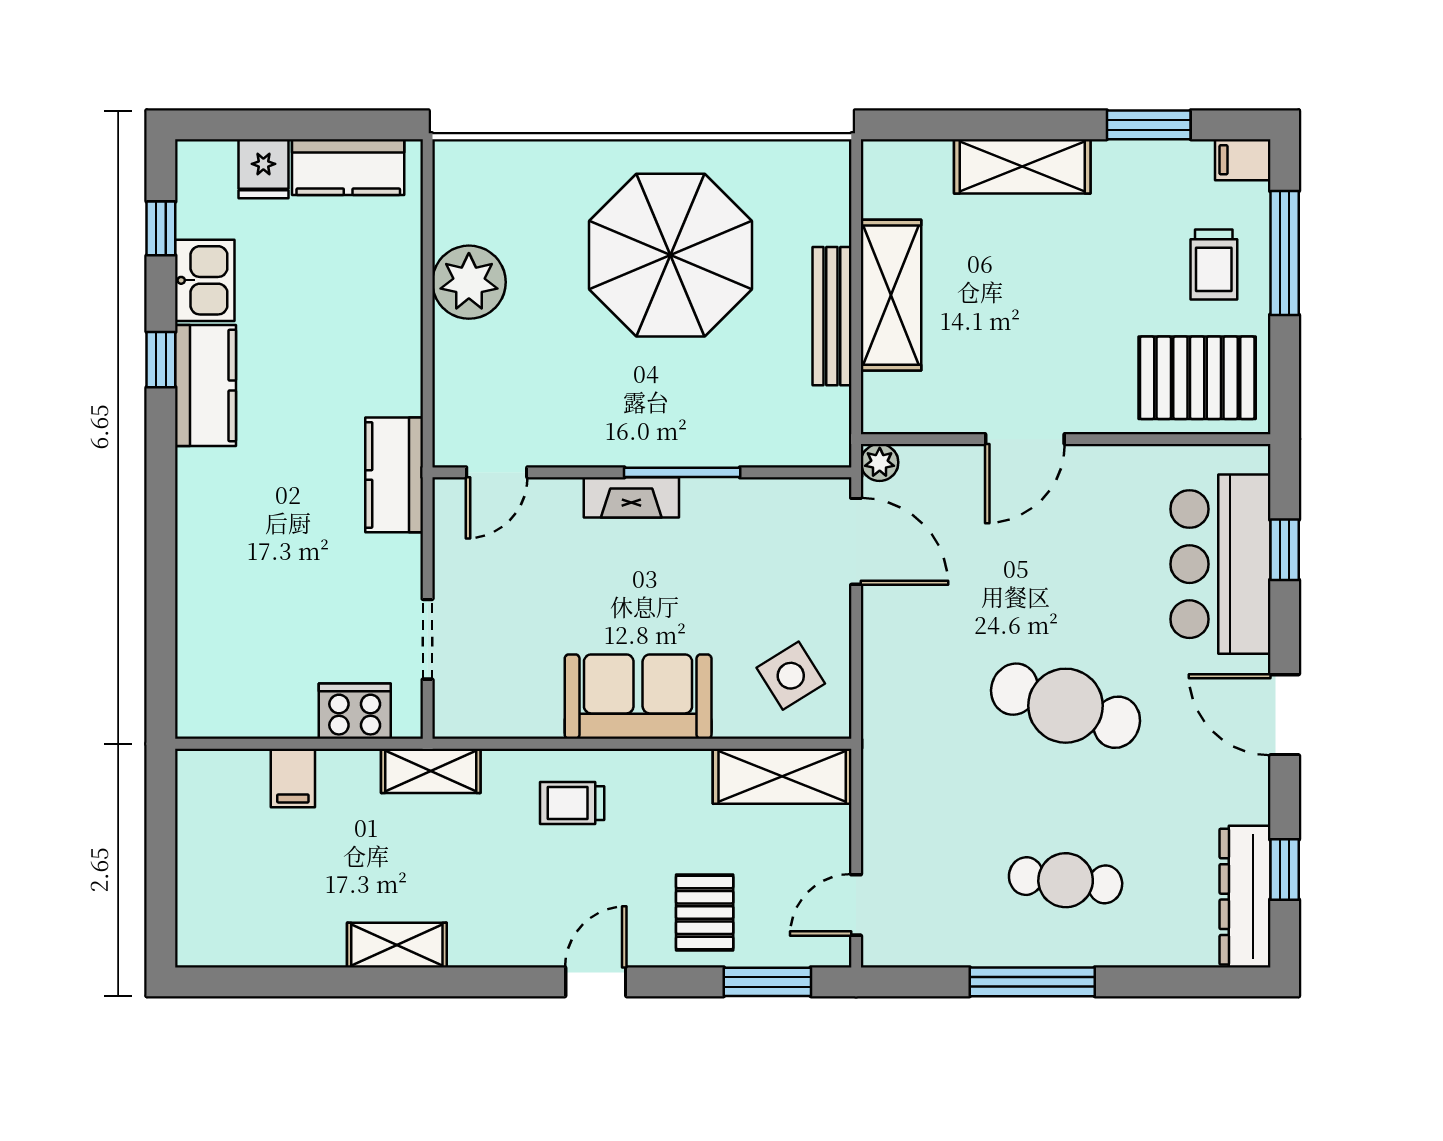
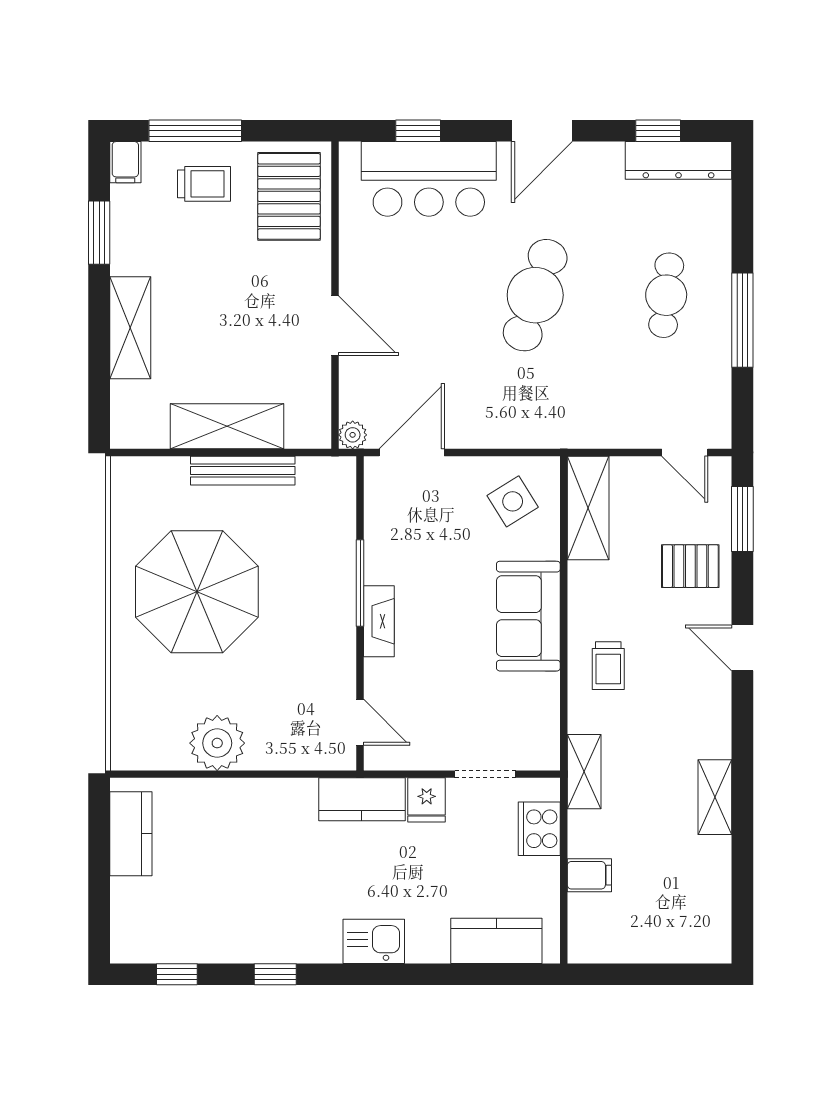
fridge: (263, 169) -> (427, 800), moved, turned 90
kitchen sink: (205, 280) -> (374, 941), moved
kitchen counter: (206, 386) -> (496, 941), moved

